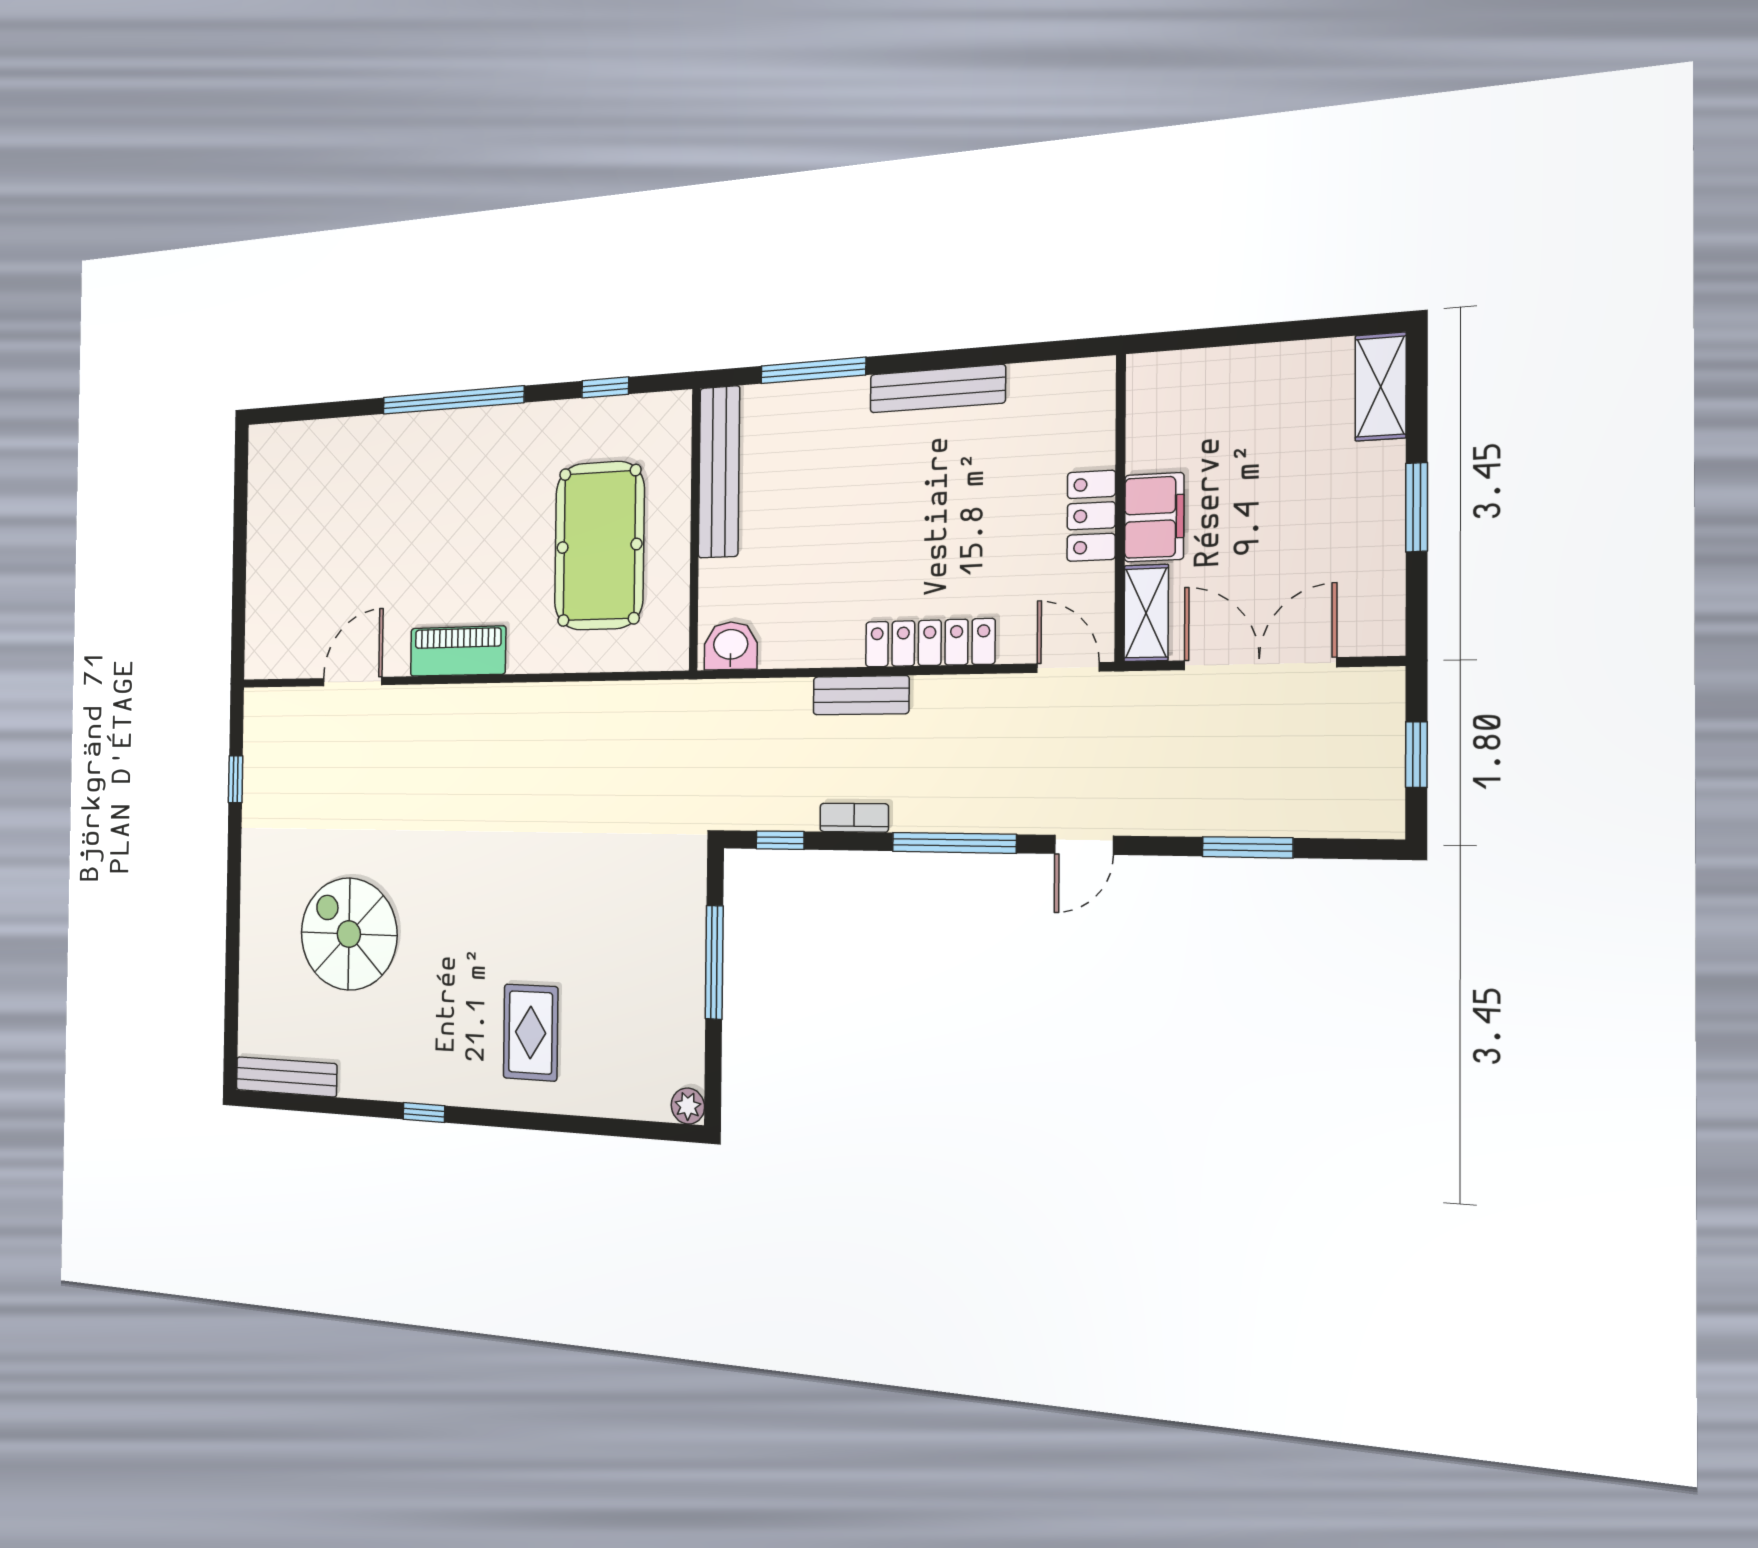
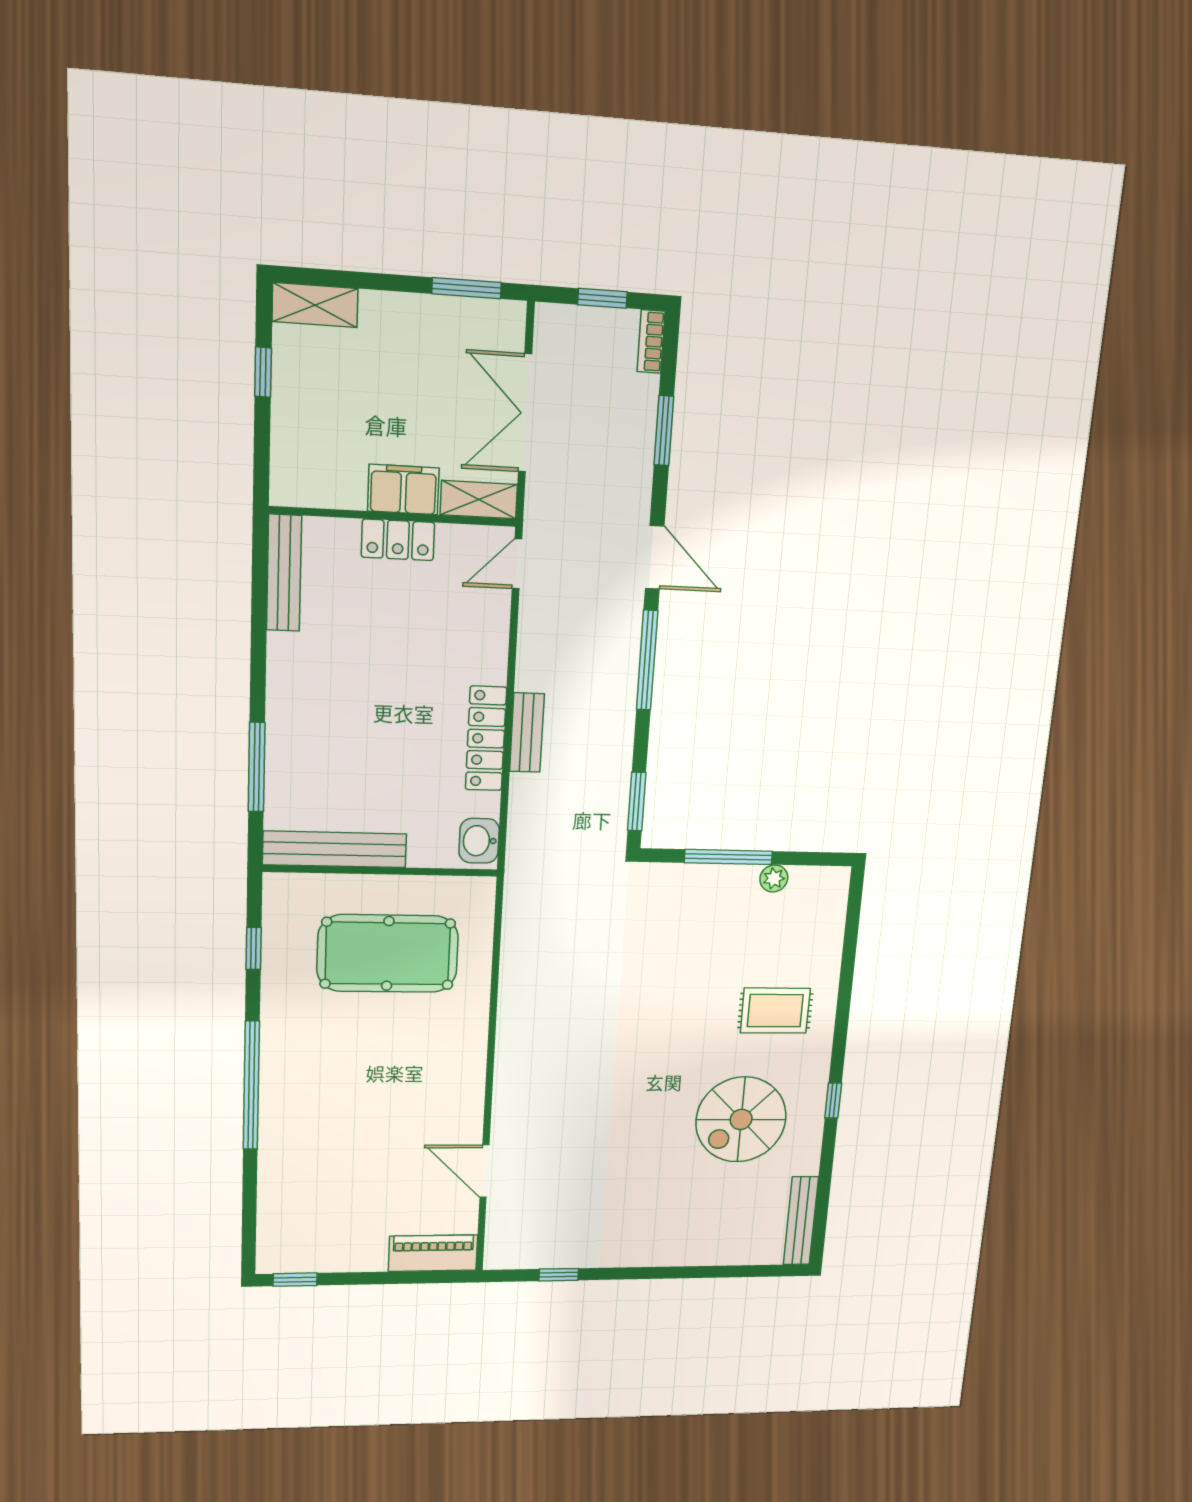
window: (1291, 331) -> (263, 372), added
bench: (937, 389) -> (284, 573), moved
window: (241, 471) -> (295, 1280), added
window: (1417, 507) -> (467, 288), moved
locker: (930, 643) -> (486, 739), moved
piano: (458, 651) -> (433, 1253), moved, turned 90
bookcase: (854, 818) -> (651, 341), moved
window: (780, 840) -> (637, 801), width x1.50
door: (1084, 845) -> (655, 557), width x1.37
spiral stairs: (349, 934) -> (741, 1119), moved
plant: (688, 1106) -> (774, 878), moved

